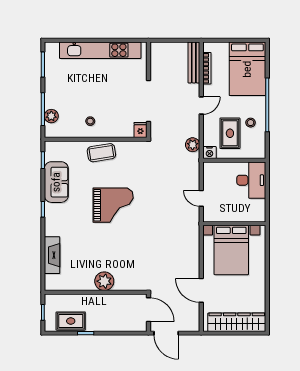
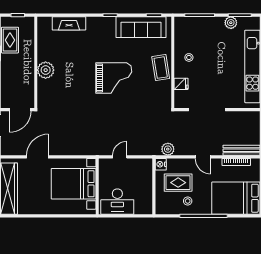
plant: (51, 116) -> (231, 23), moved
fridge: (140, 130) -> (181, 84), moved
desk: (251, 180) -> (117, 202), moved
sofa: (56, 182) -> (141, 27), width x1.36
grand piano: (113, 205) -> (114, 78), turned -90

